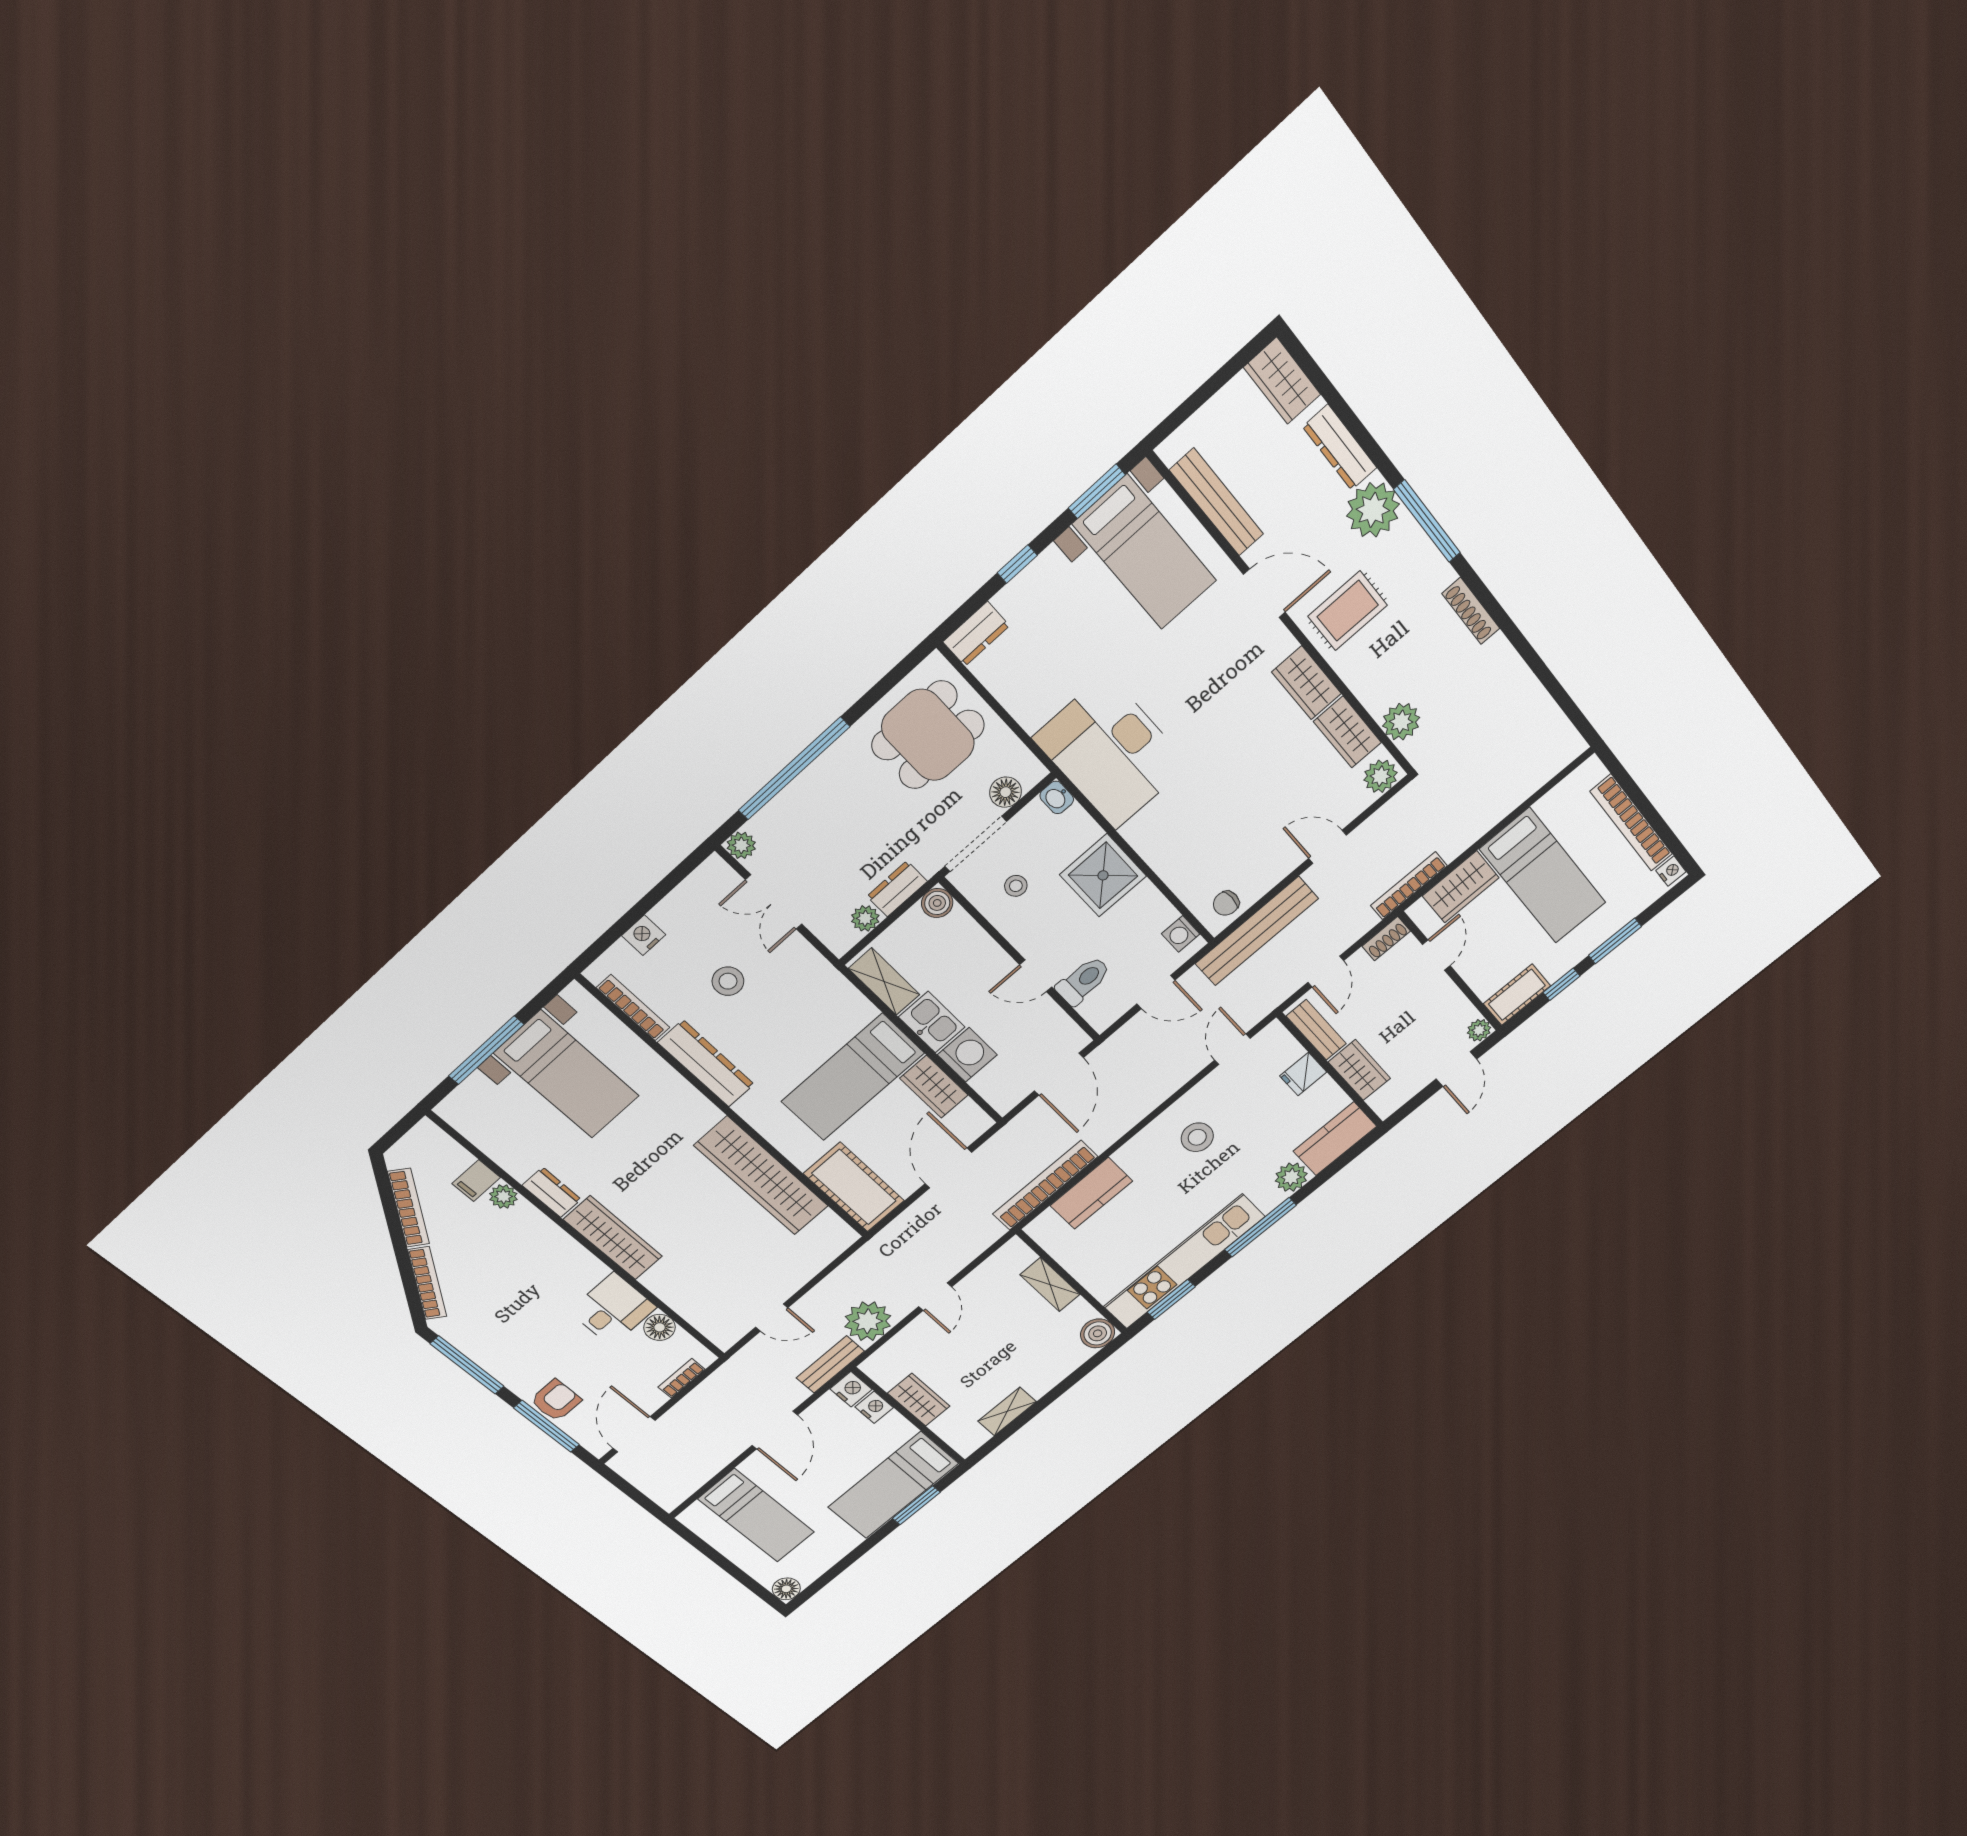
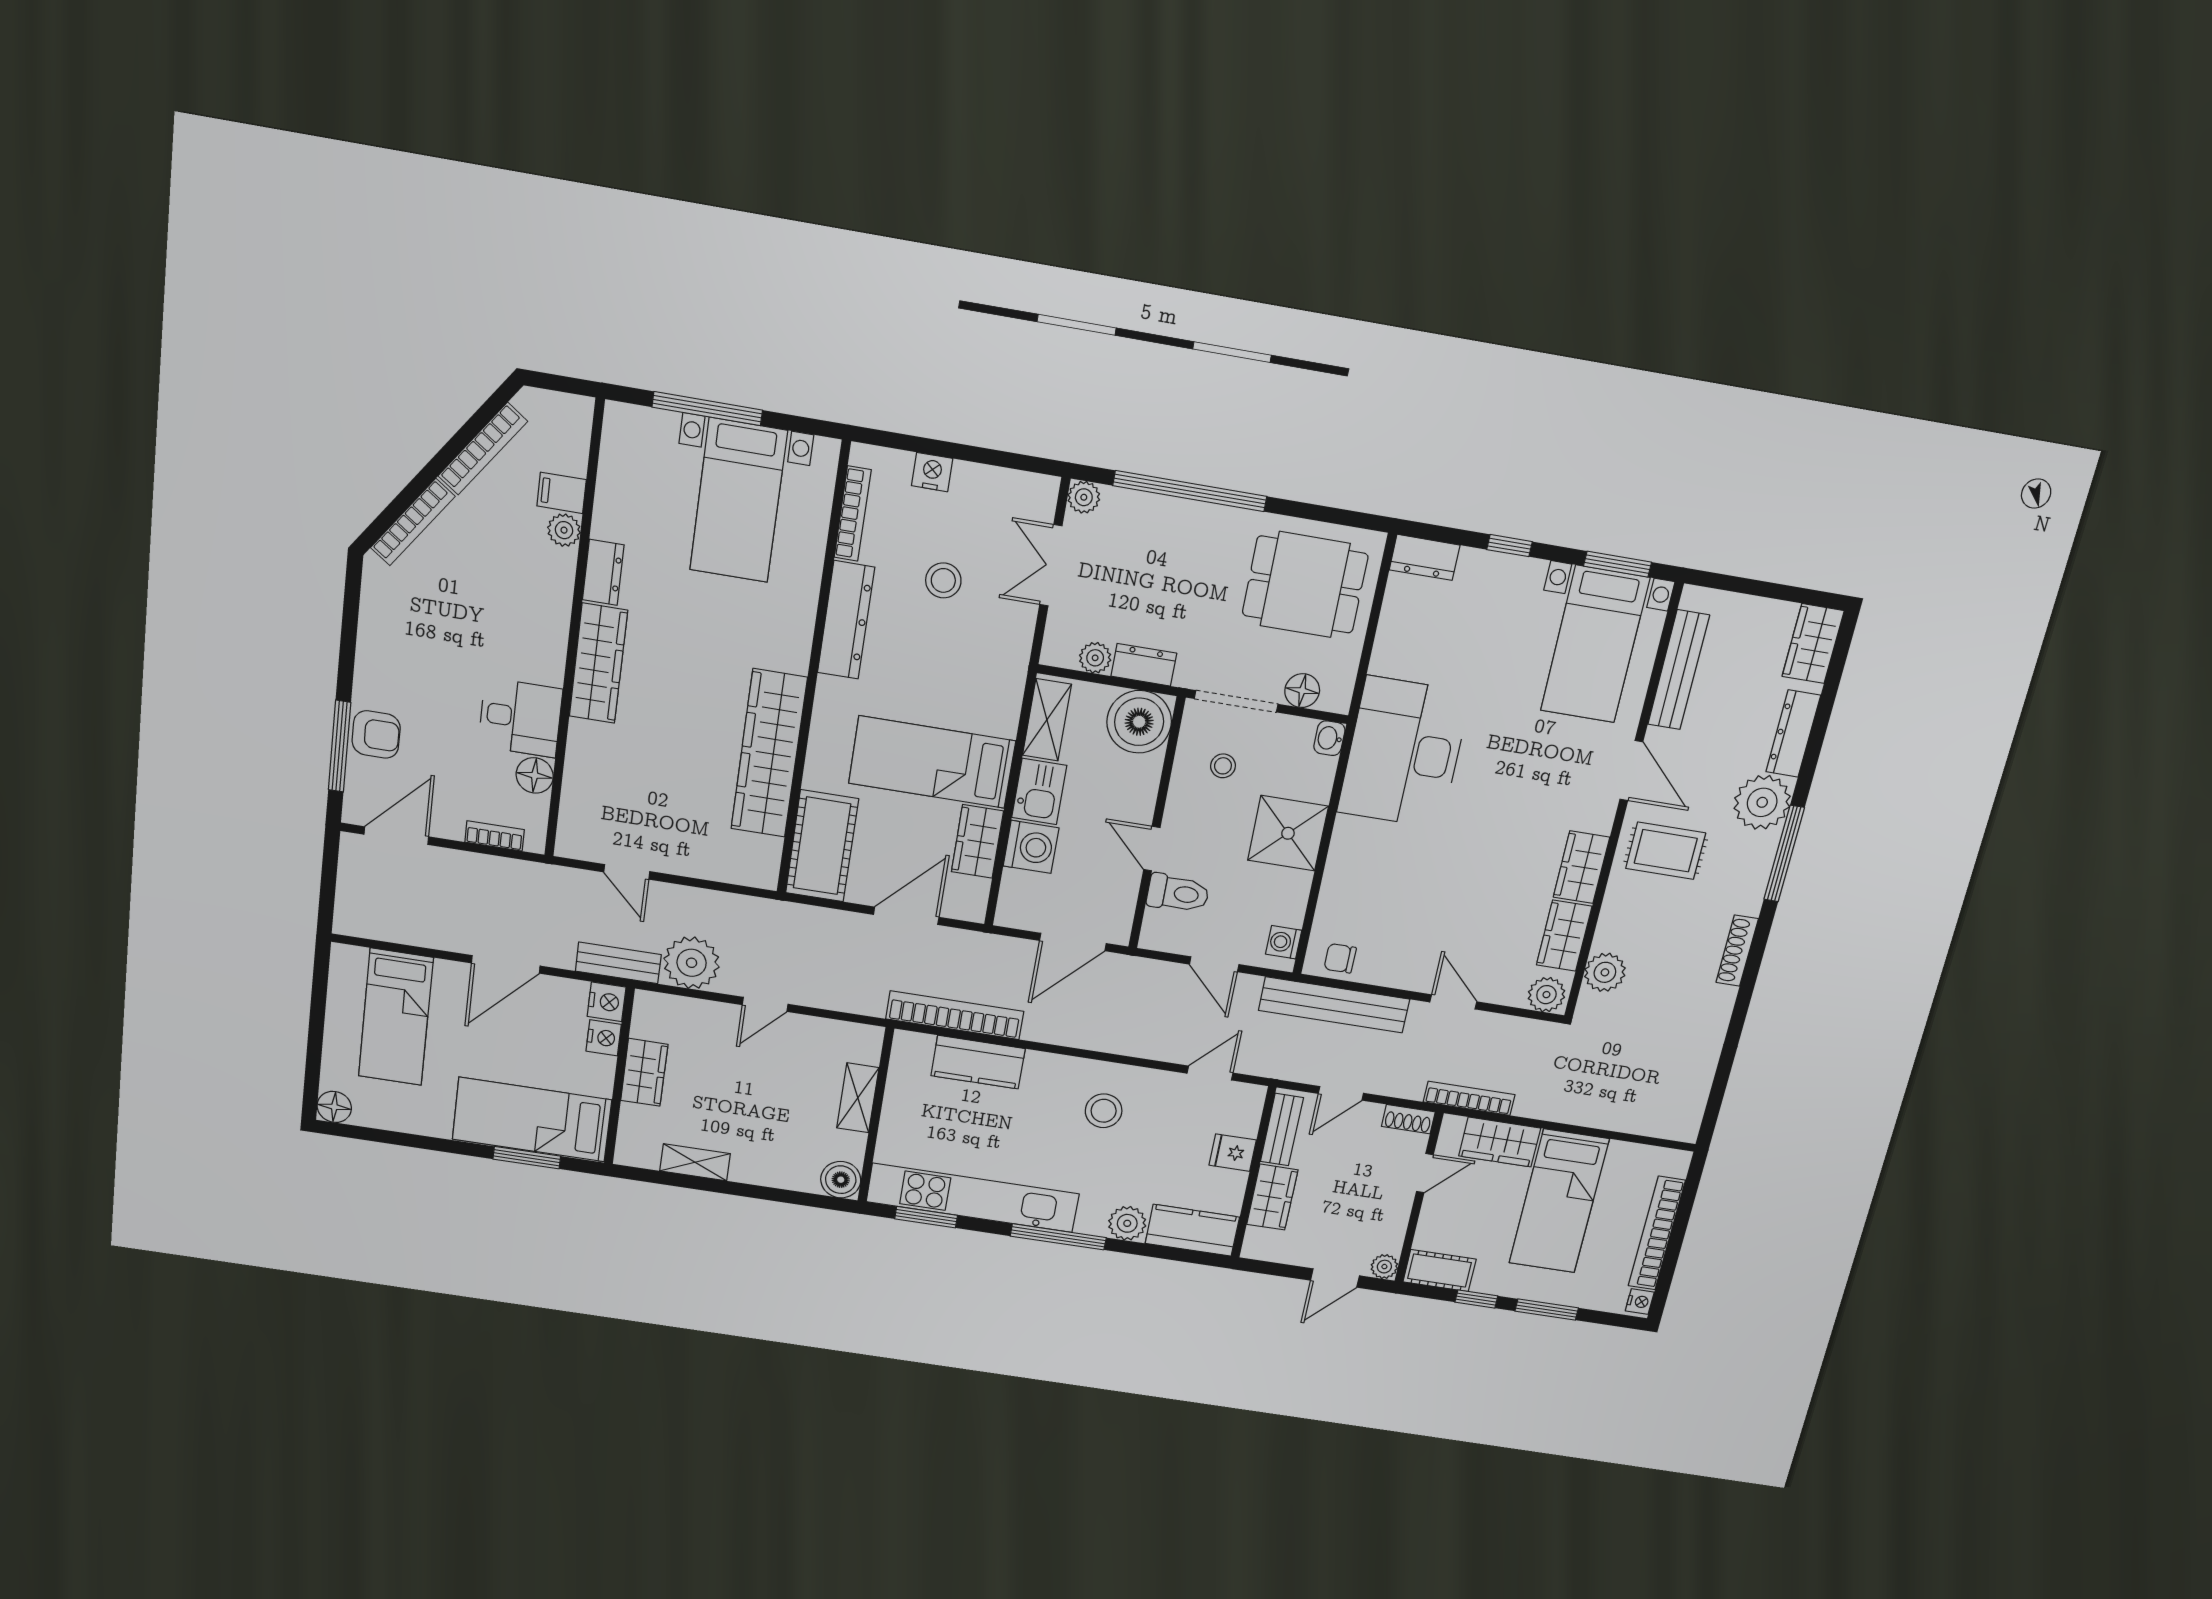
boiler: (937, 903) -> (1139, 722), width x1.86, depth x1.86
window: (467, 1365) -> (350, 622), removed

